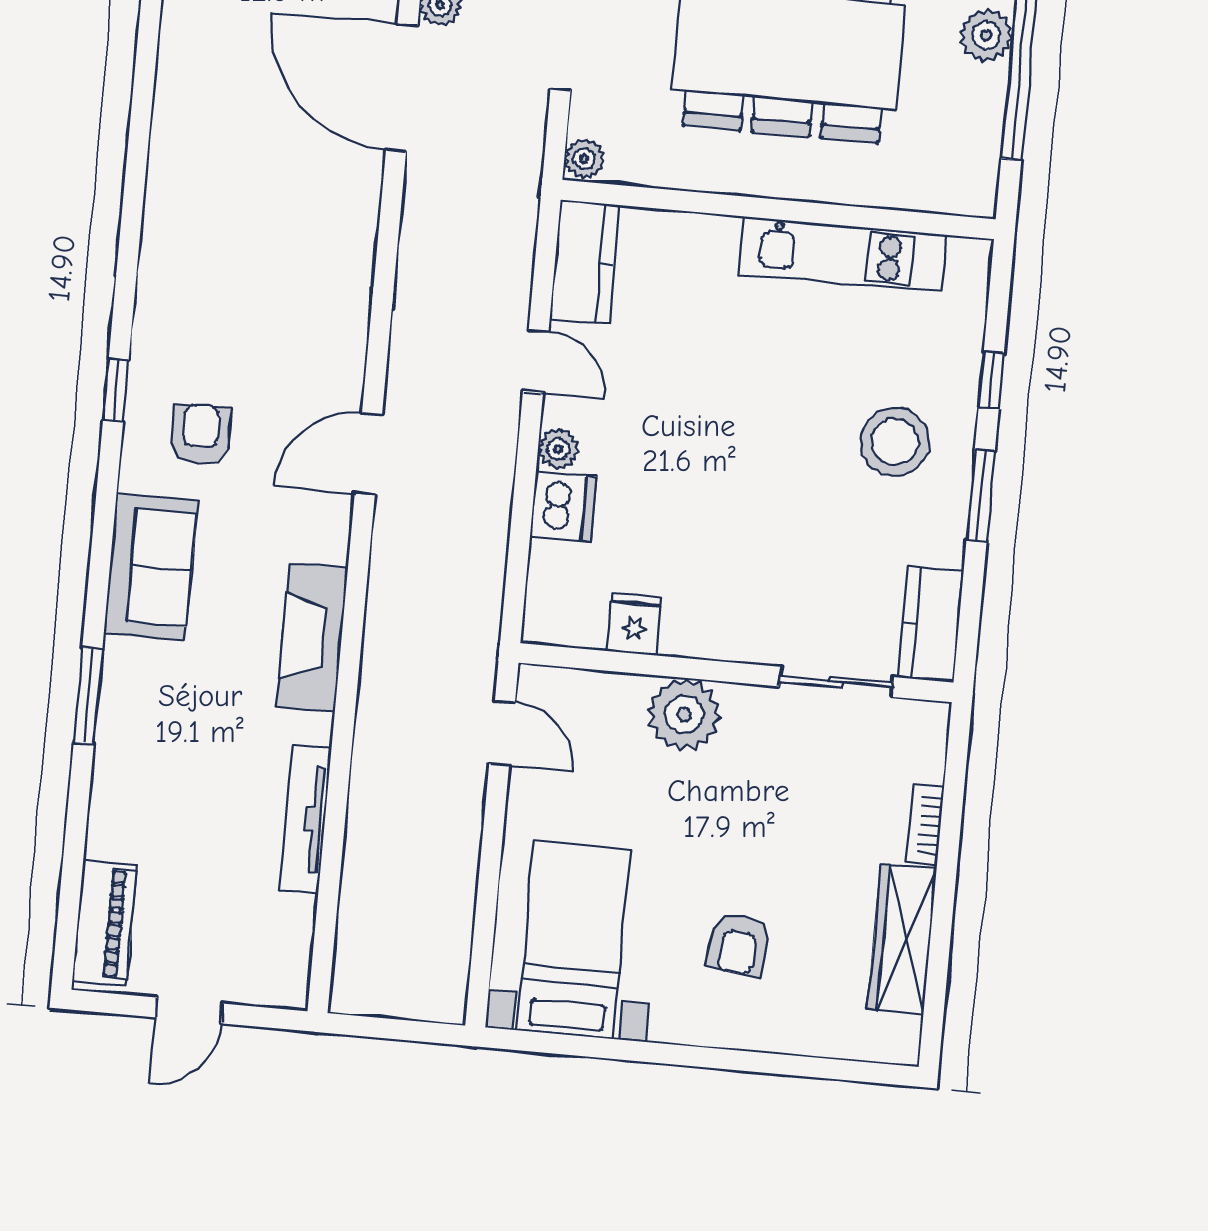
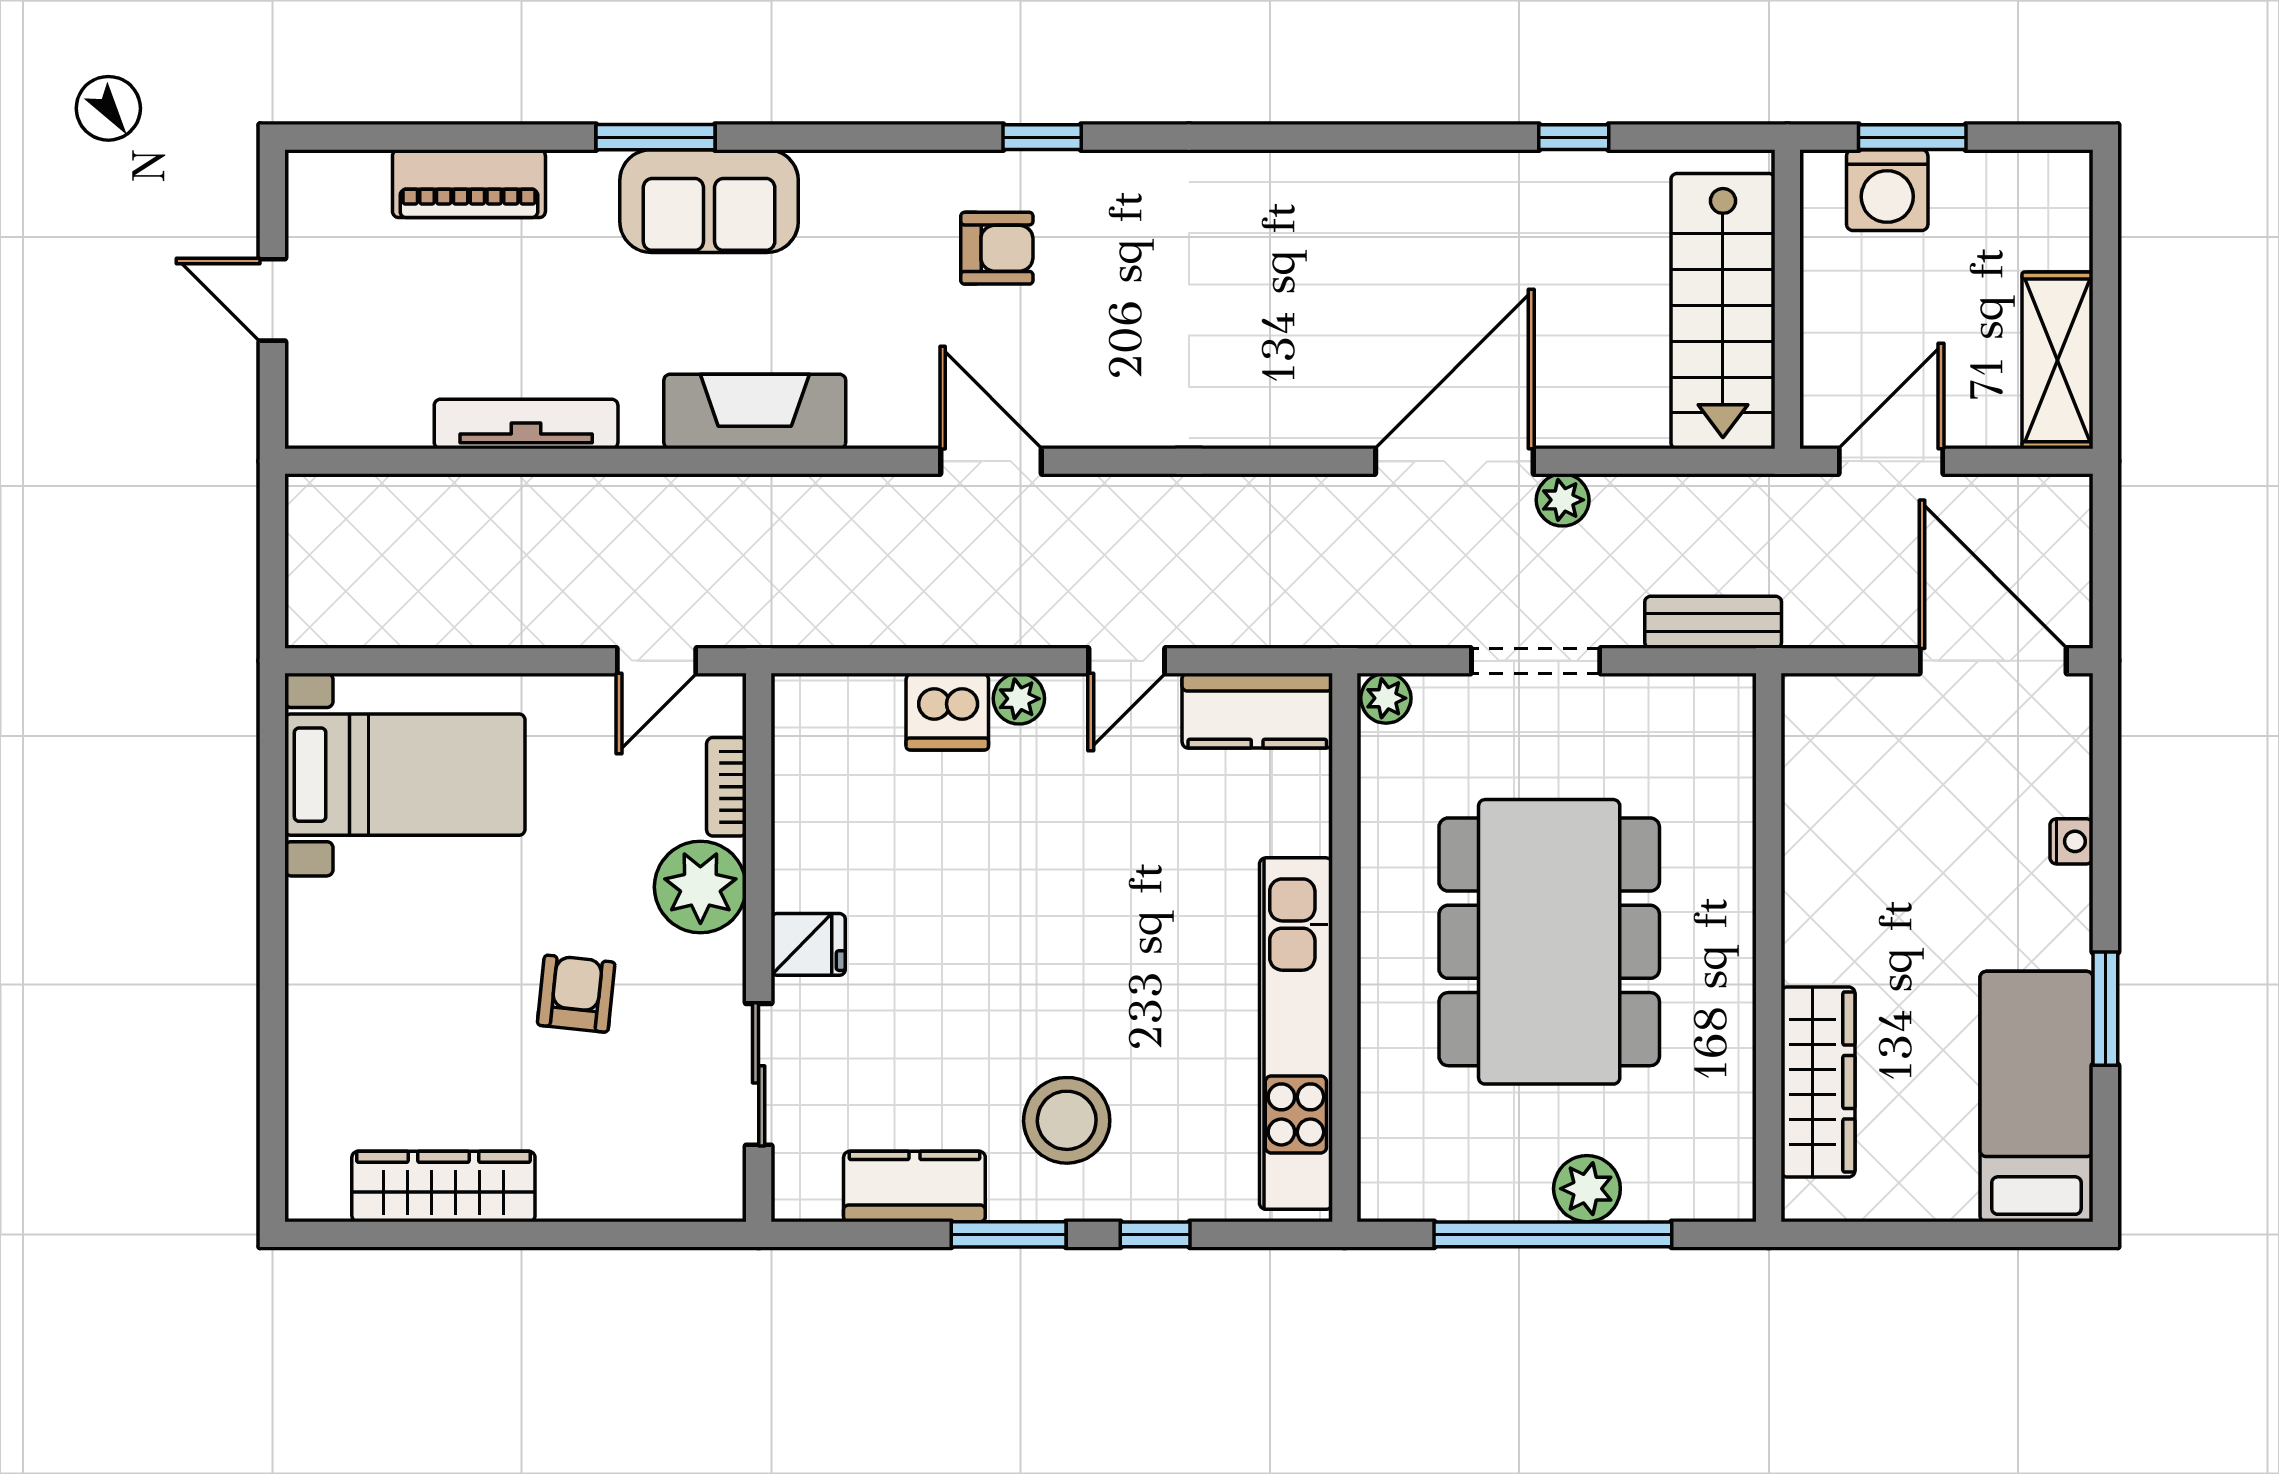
kitchen unit: (843, 254) -> (1296, 1034), width x1.36
sofa: (151, 567) -> (709, 201), moved
fridge: (634, 624) -> (808, 944), moved
kitchen counter: (931, 624) -> (914, 1186), moved
bookcase: (925, 825) -> (726, 787), moved, turned -90
piano: (104, 923) -> (469, 184), moved
armchair: (739, 945) -> (576, 994), moved, turned 89

